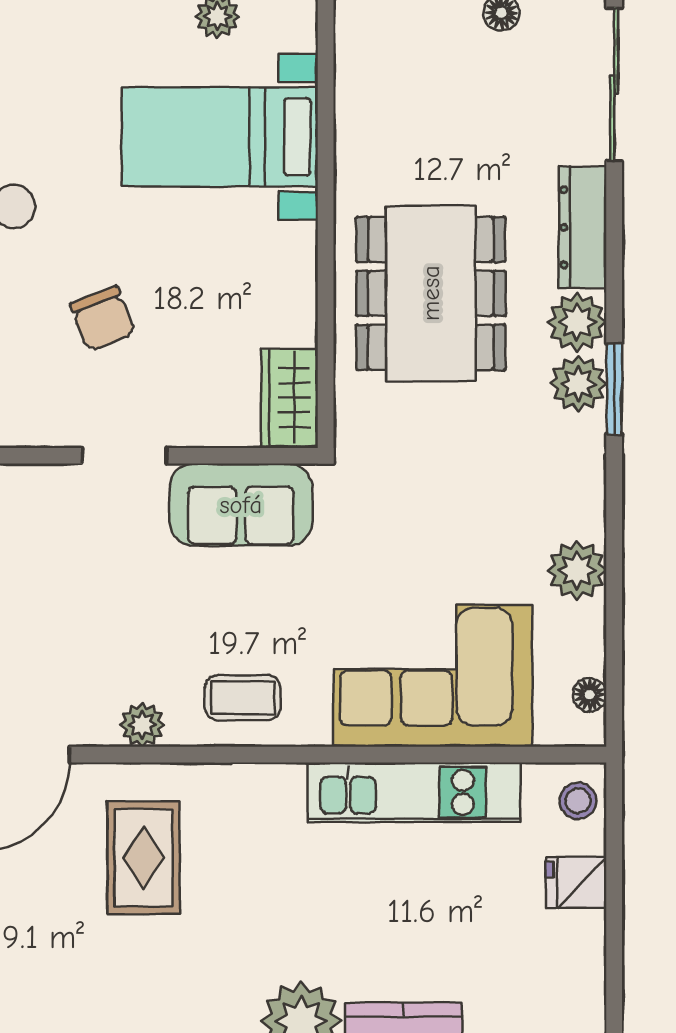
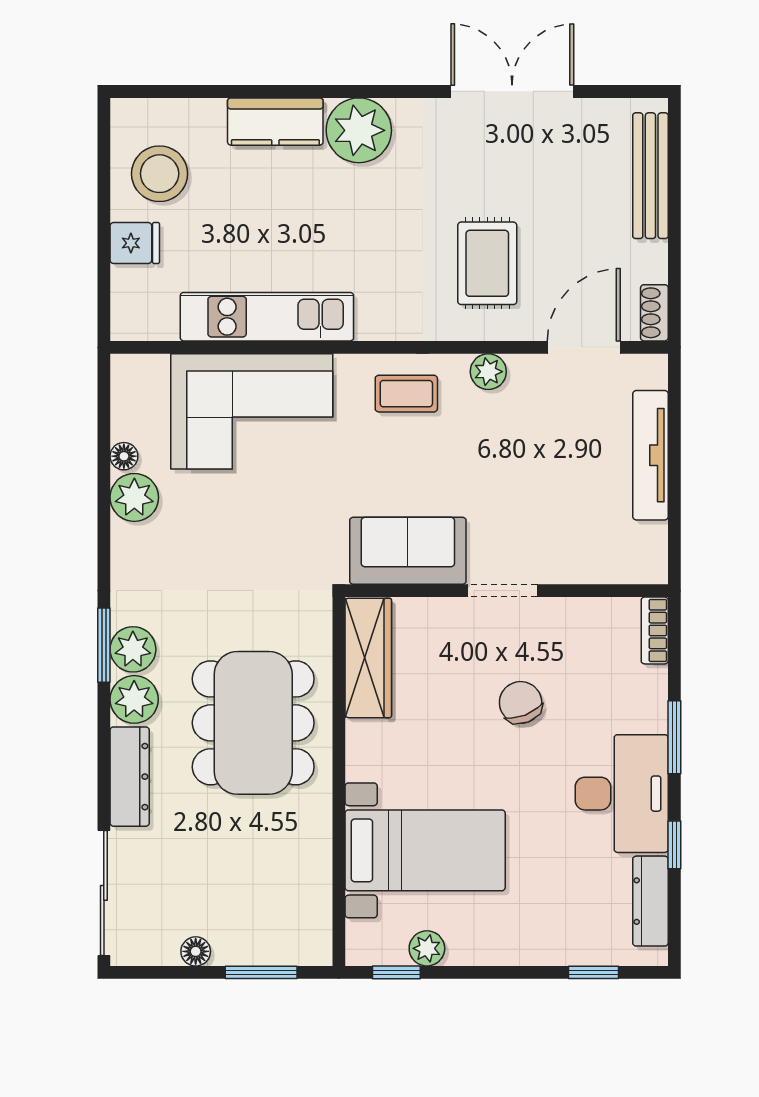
wardrobe: (290, 398) -> (368, 658), width x1.50
floor lamp: (590, 695) -> (124, 456), moved
stool: (578, 801) -> (160, 174), moved, width x1.89, depth x1.89

